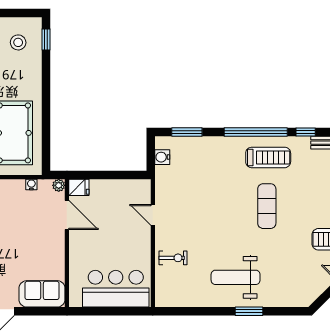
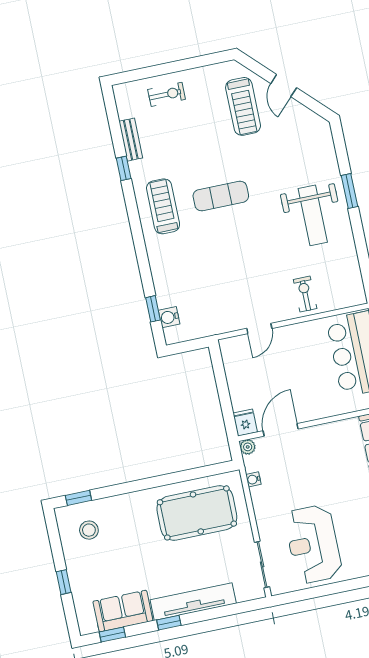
window: (187, 132) -> (153, 309), width x0.67
window: (256, 132) -> (136, 227), removed
water cooler: (162, 157) -> (169, 317), moved, turned 90

